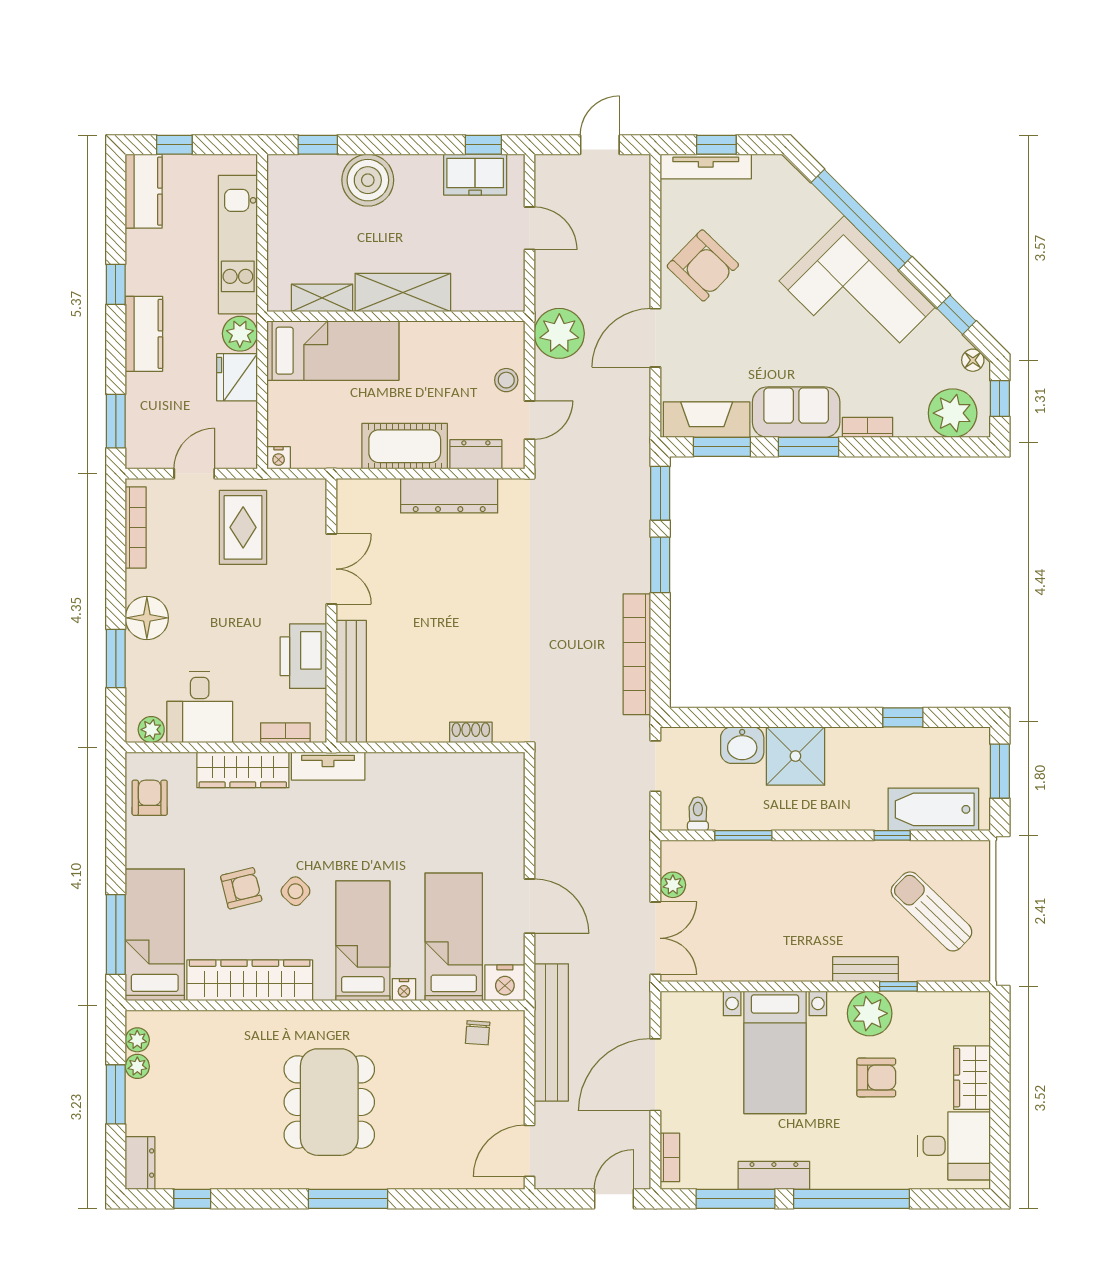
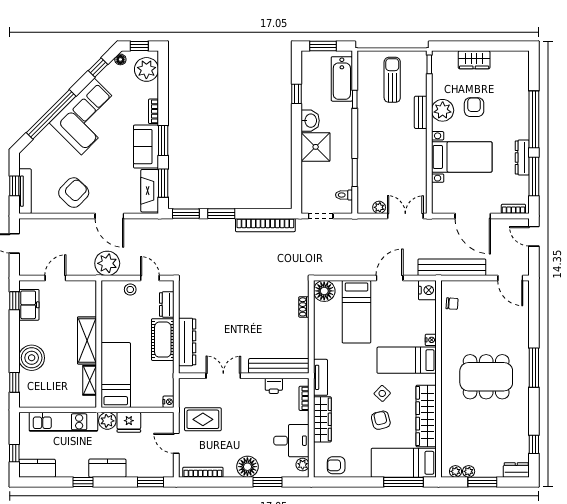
dresser: (449, 496) -> (187, 342), moved
printer: (303, 656) -> (274, 386), width x0.53, depth x0.68
washbasin: (742, 745) -> (310, 121), moved
floor lamp: (503, 774) -> (324, 291), added
sun lounger: (931, 911) -> (392, 80), turned 136
bed: (454, 937) -> (356, 312), moved, turned -90
window: (898, 986) -> (429, 64), moved
desk: (954, 1146) -> (508, 69), removed

